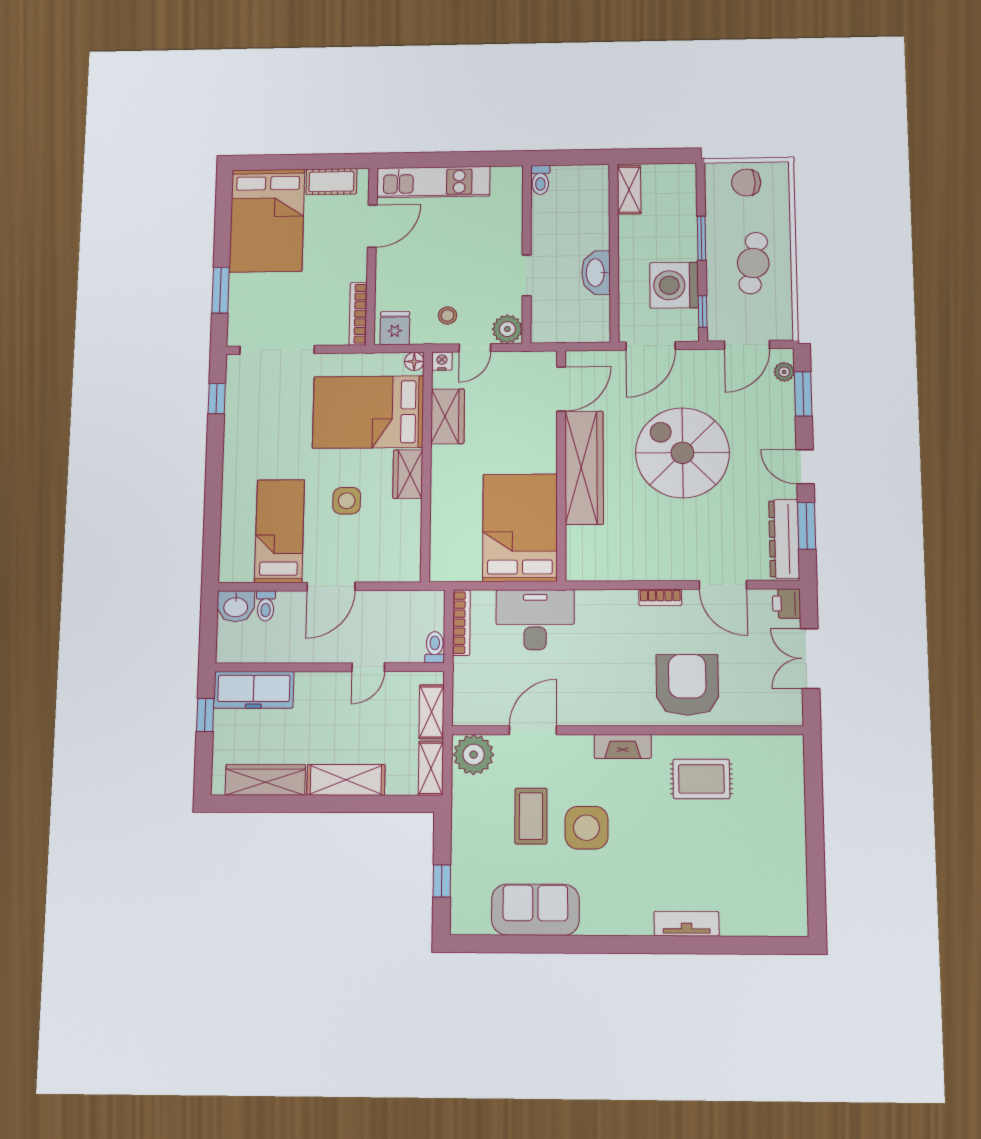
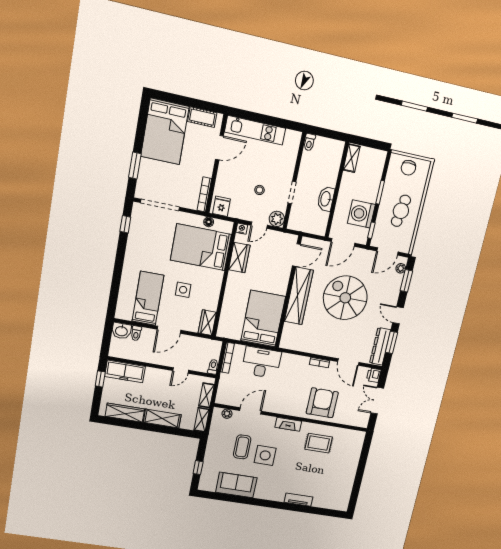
chair: (746, 183) -> (408, 168), turned -90
stool: (448, 315) -> (260, 190), moved
floor lamp: (414, 361) -> (209, 222), moved
wardrobe: (408, 474) -> (207, 323), moved
plant: (474, 755) -> (227, 414), width x0.53, depth x0.53

